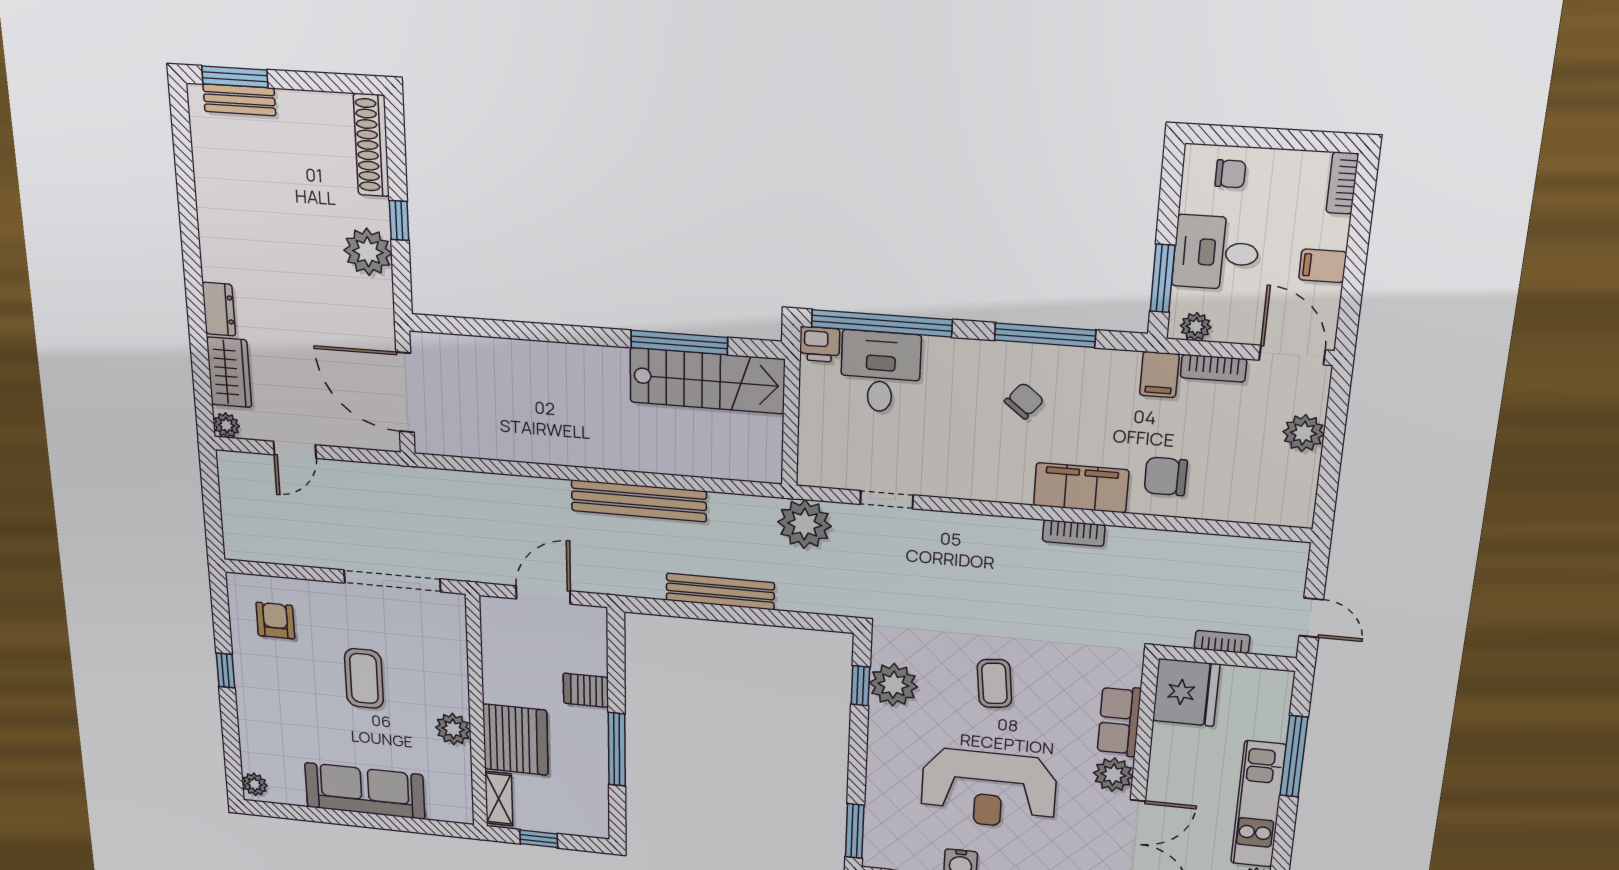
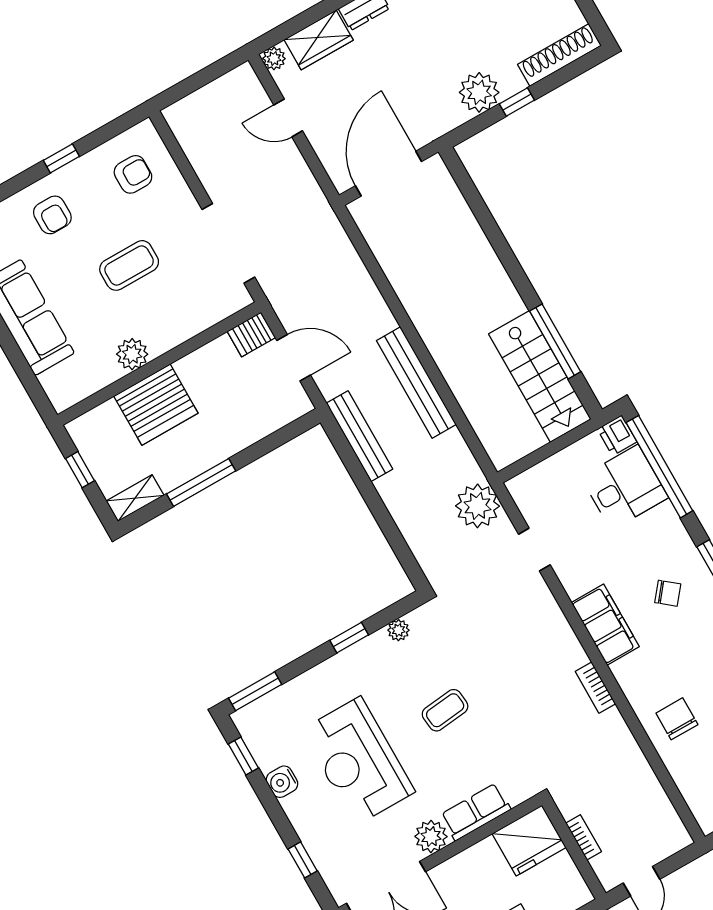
filing cabinet: (1081, 488) -> (605, 625), moved
bench: (720, 591) -> (359, 436), moved
plant: (893, 685) -> (398, 630), width x0.53, depth x0.53
window: (860, 686) -> (349, 638), moved
server rack: (586, 690) -> (251, 334), moved, turned -90
armchair: (277, 711) -> (52, 215), added
shelving: (499, 799) -> (135, 498), moved

